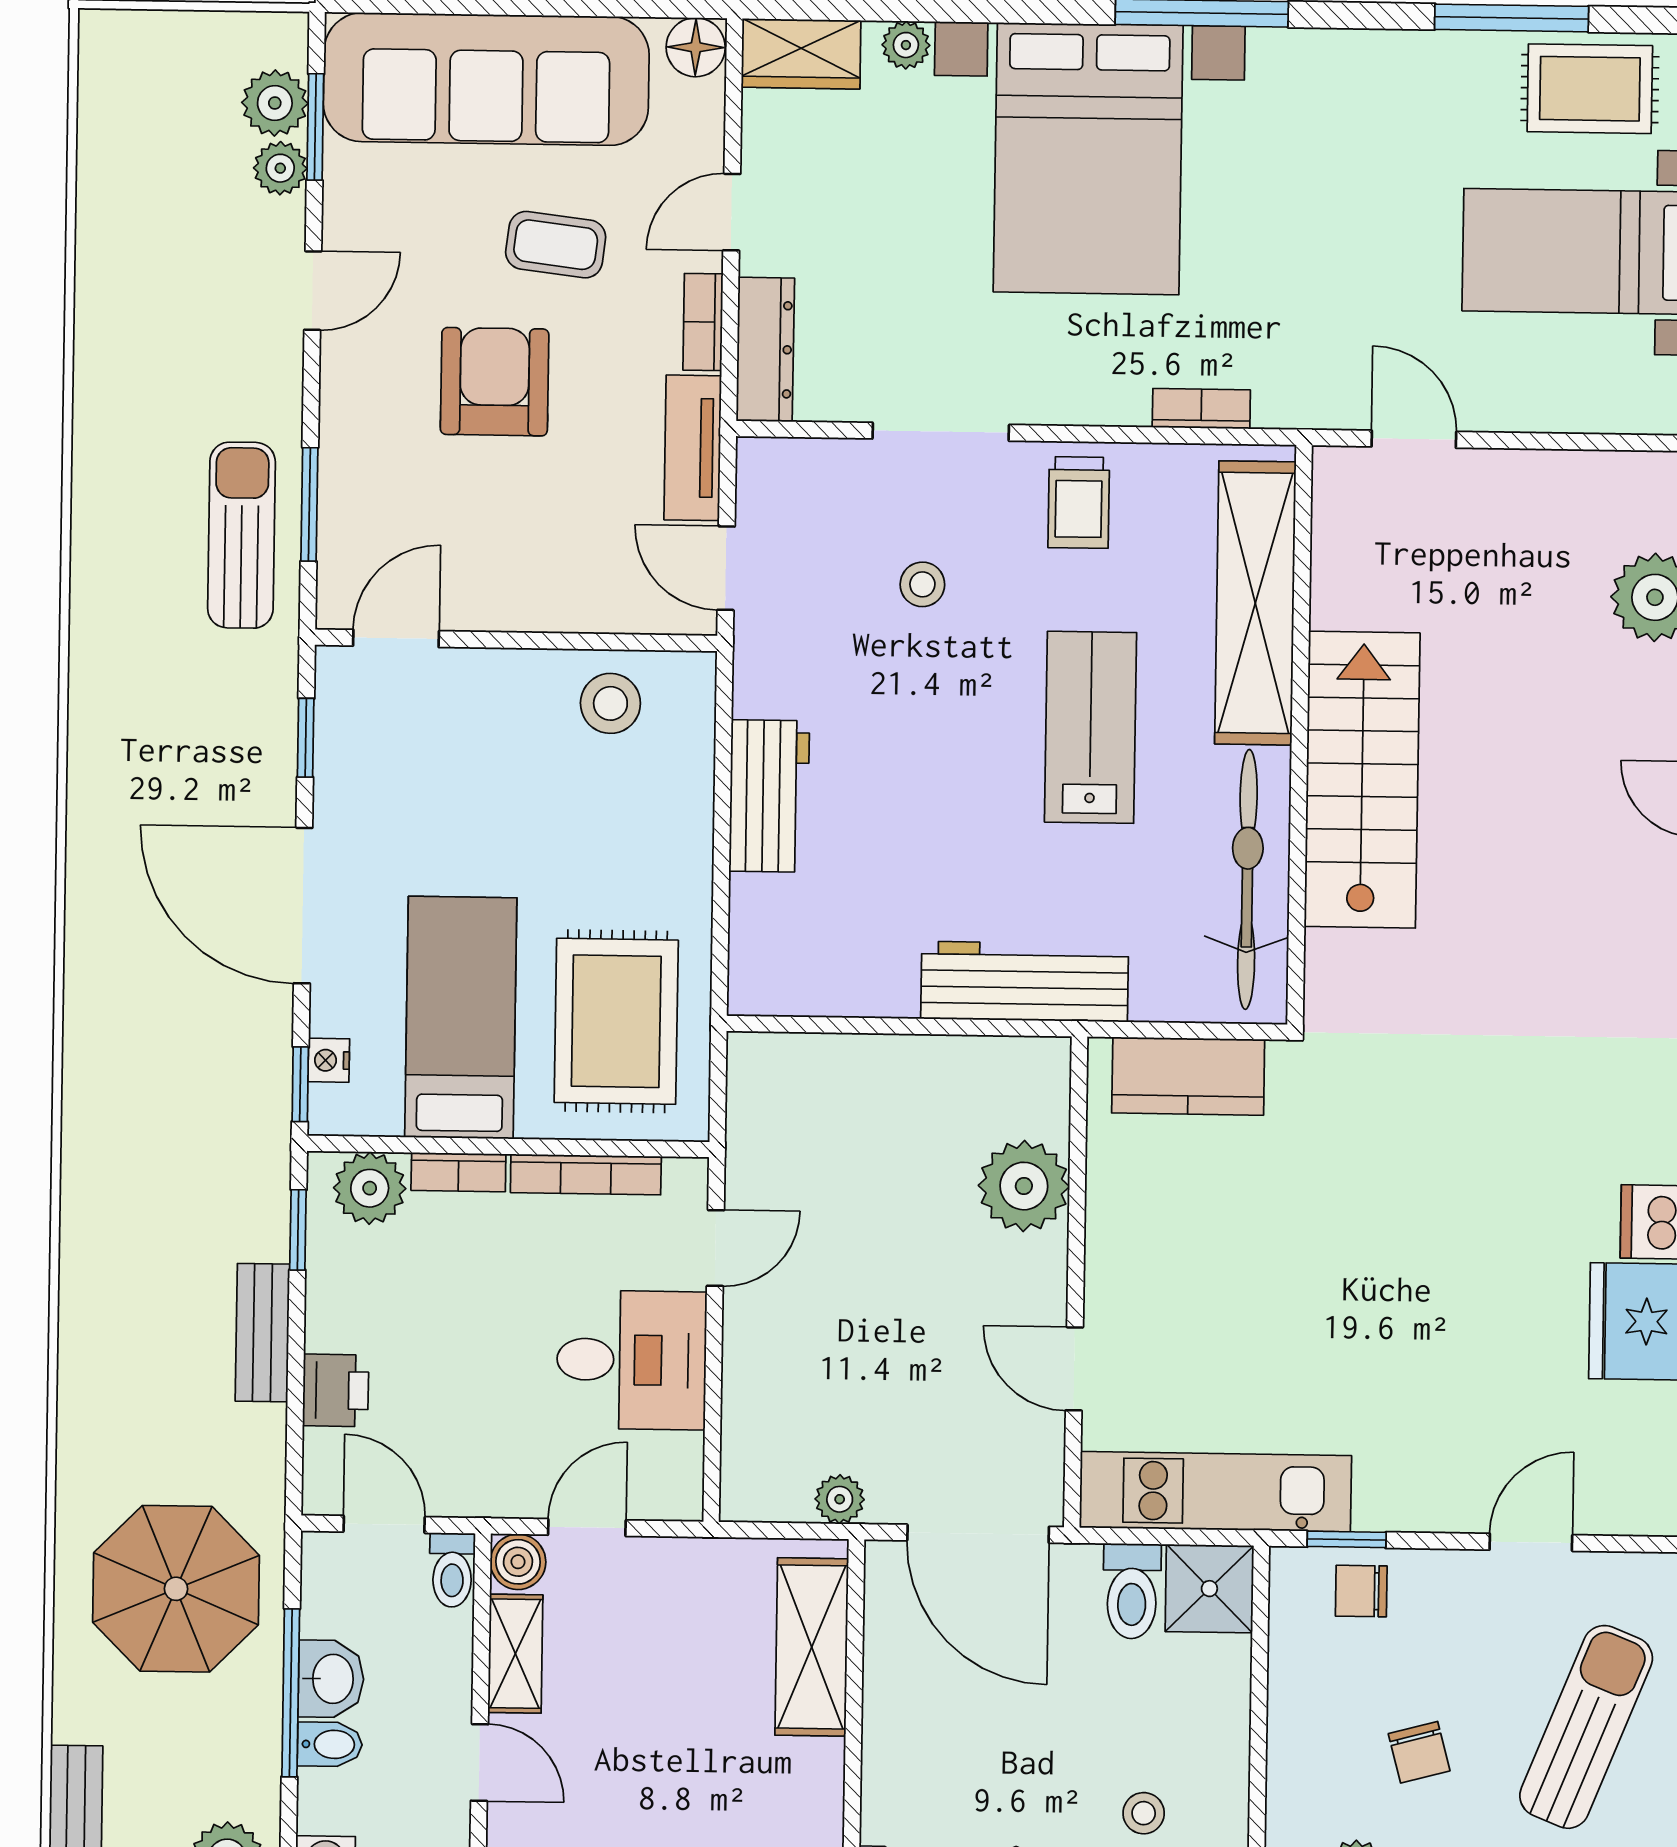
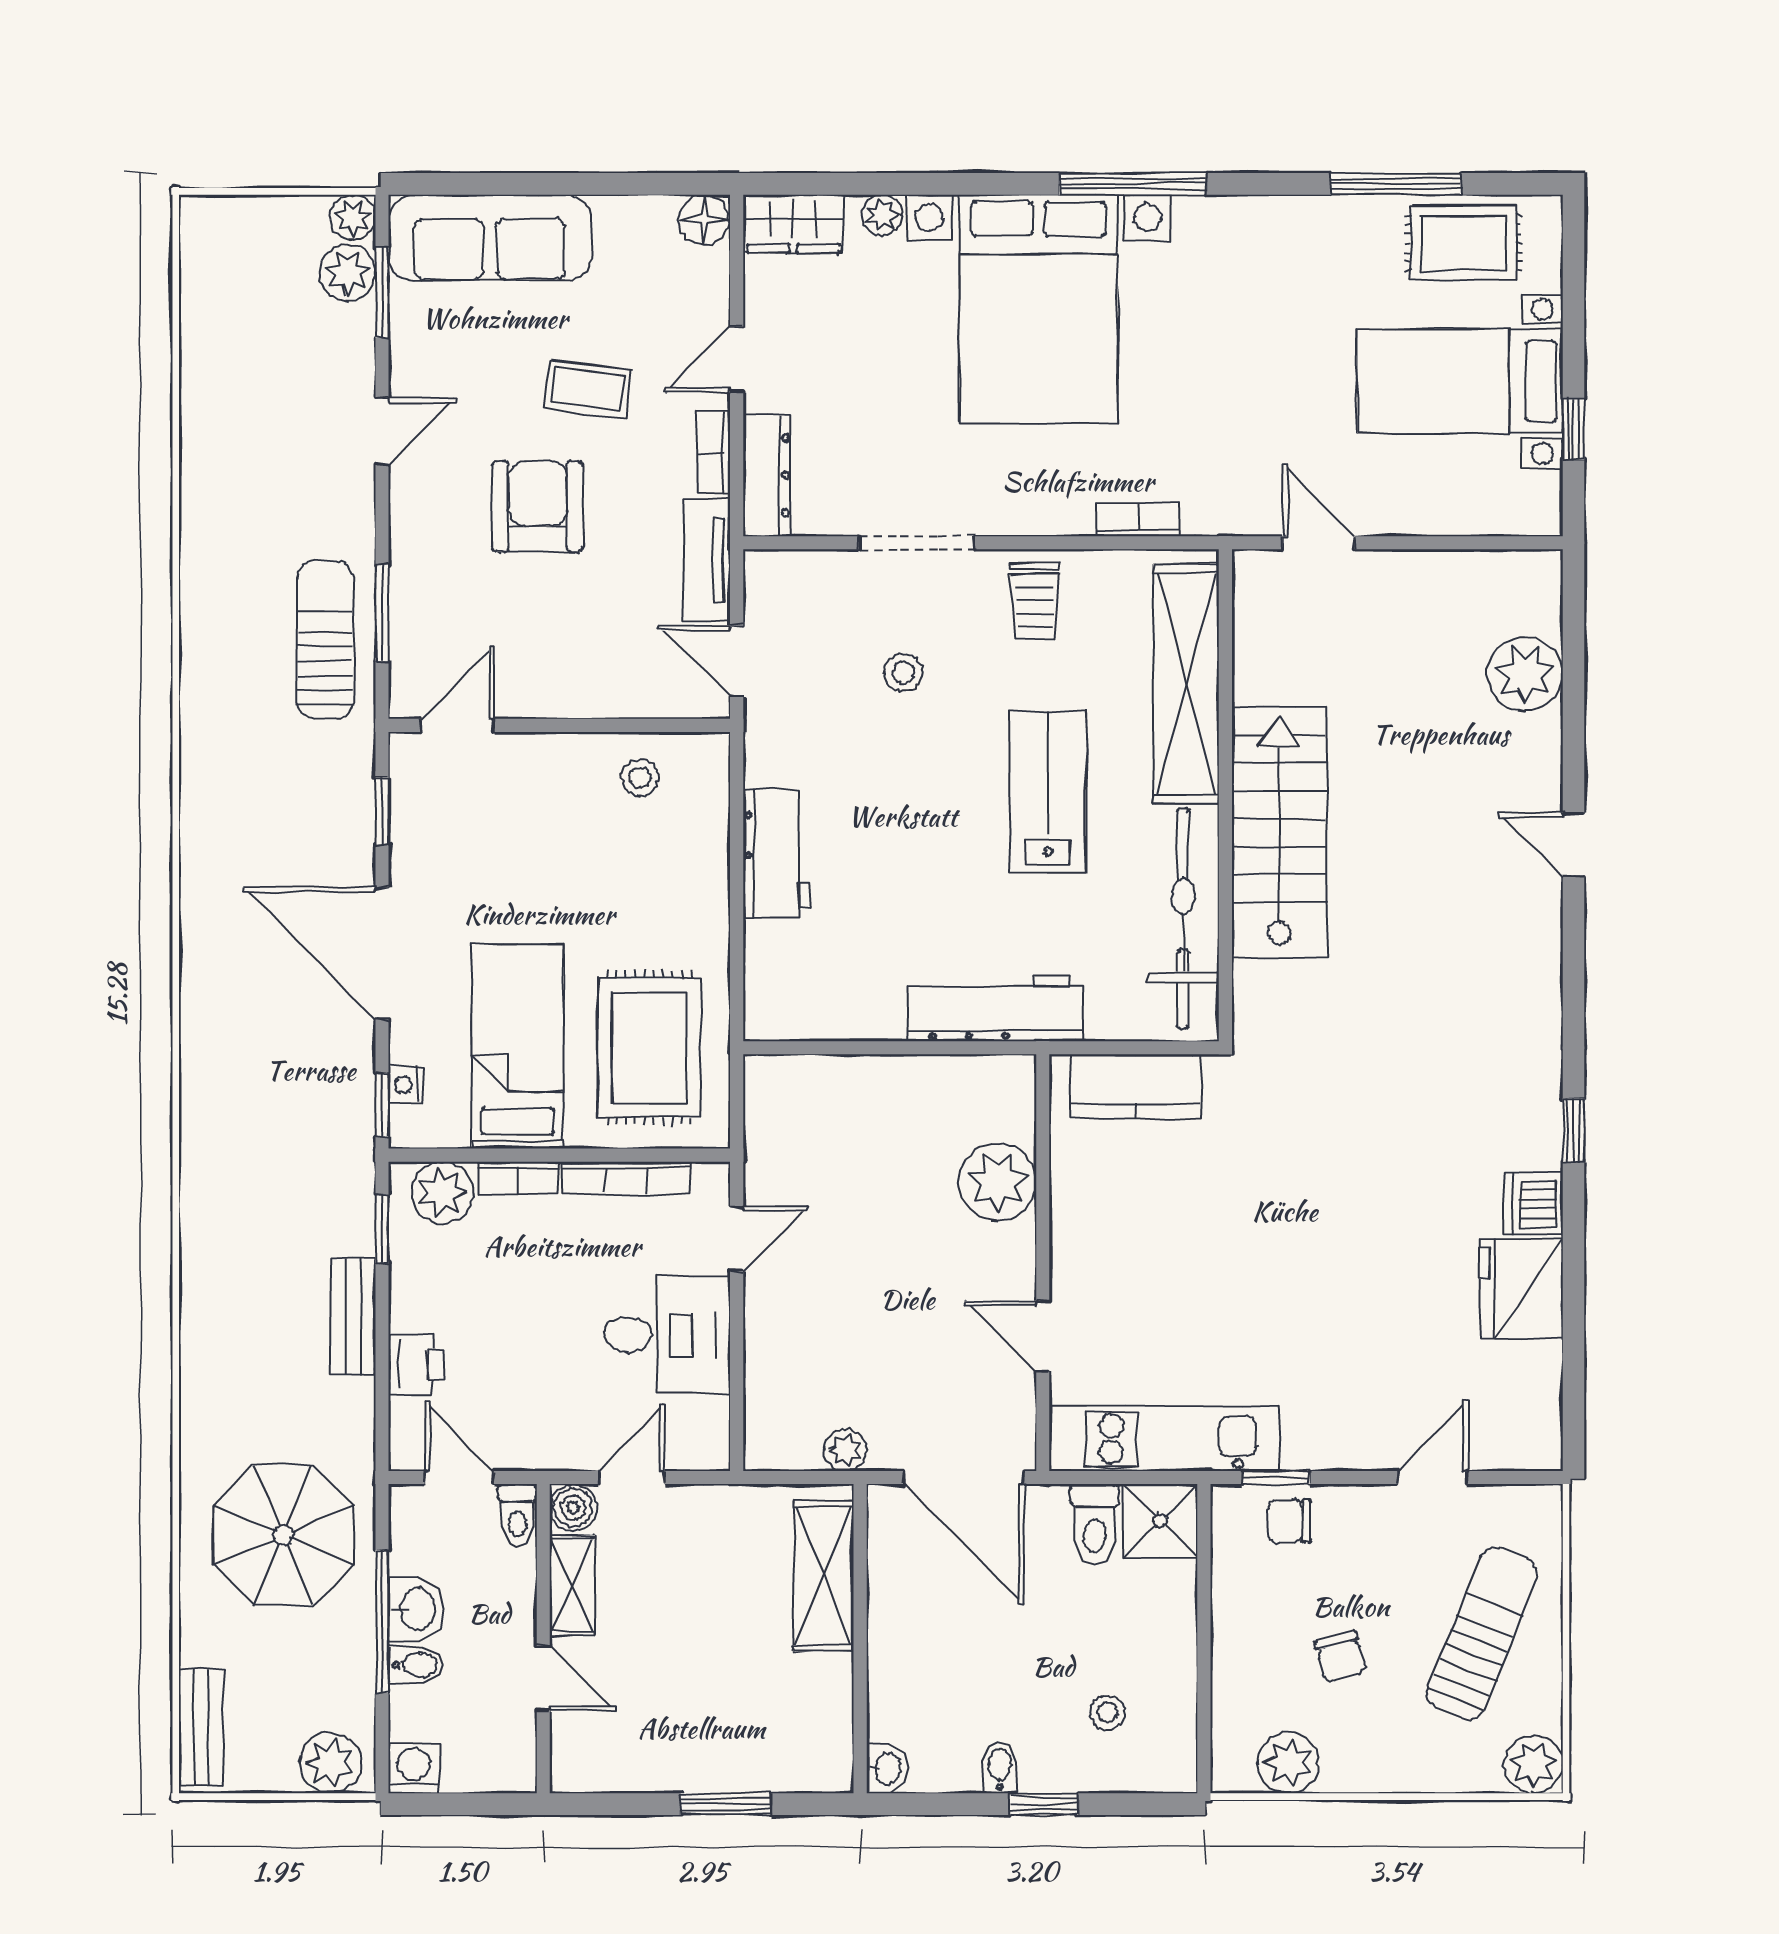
sofa: (486, 79) -> (490, 238), width x0.74, depth x0.79
plant: (280, 168) -> (353, 217), moved
stool: (610, 703) -> (640, 778), width x0.73, depth x0.73

